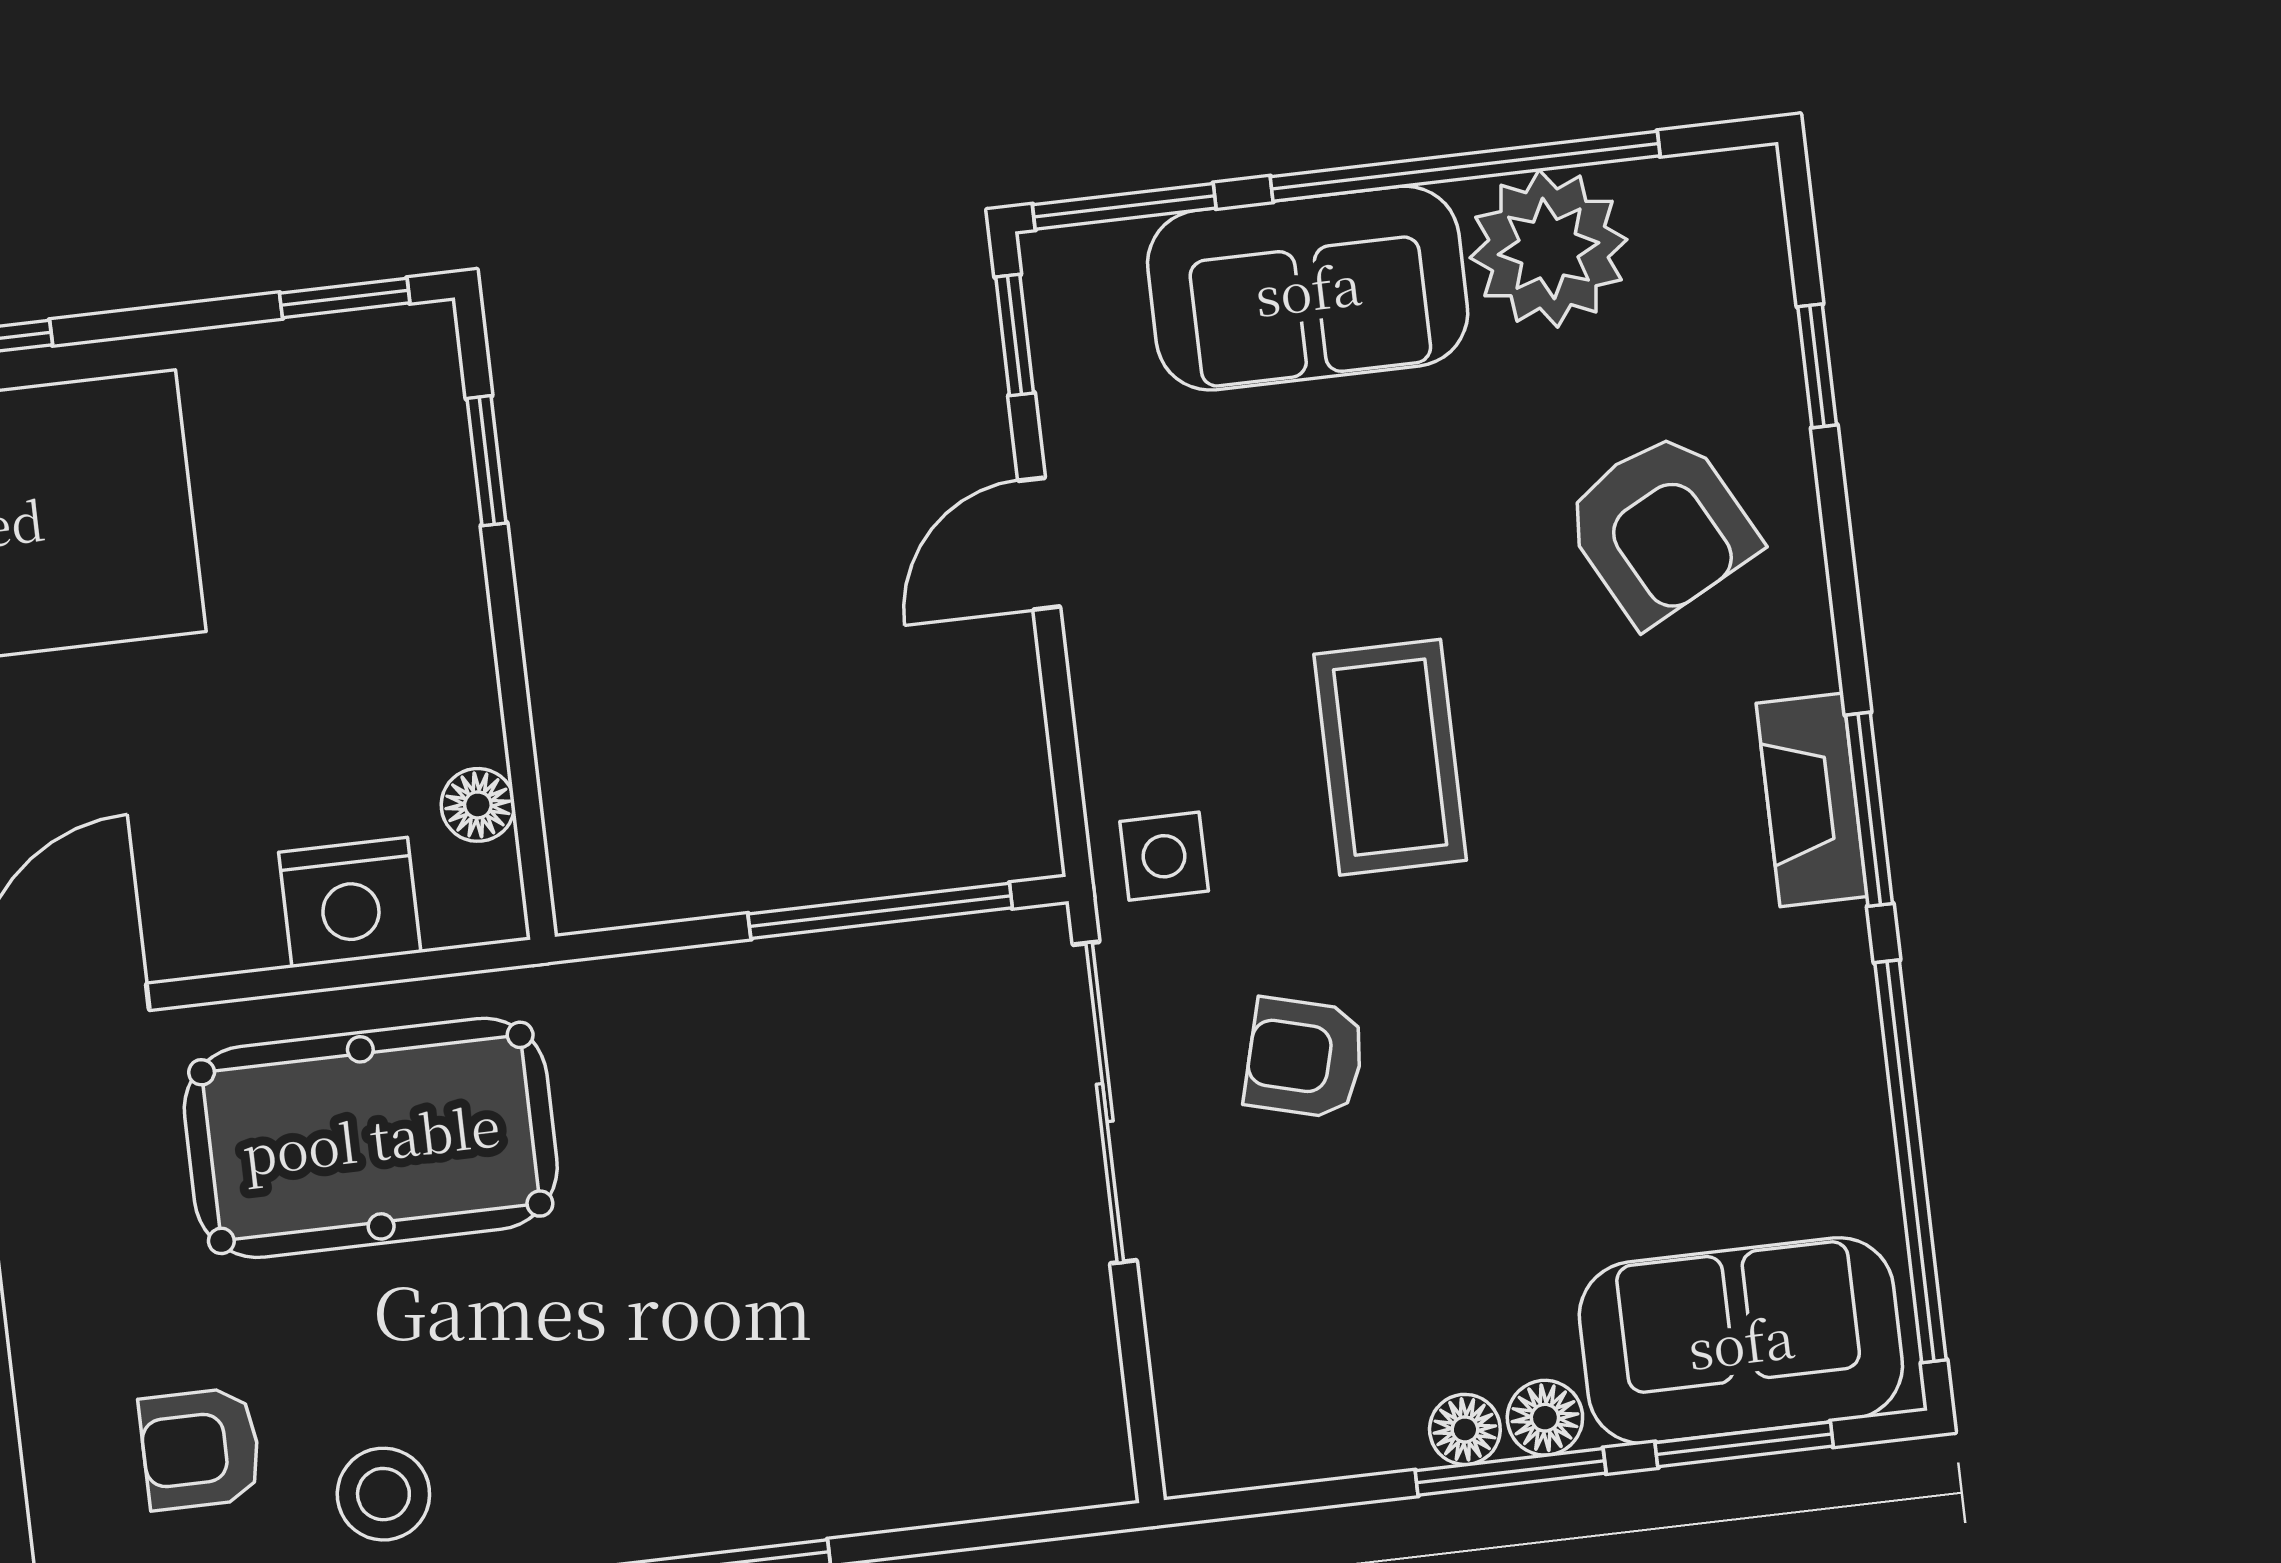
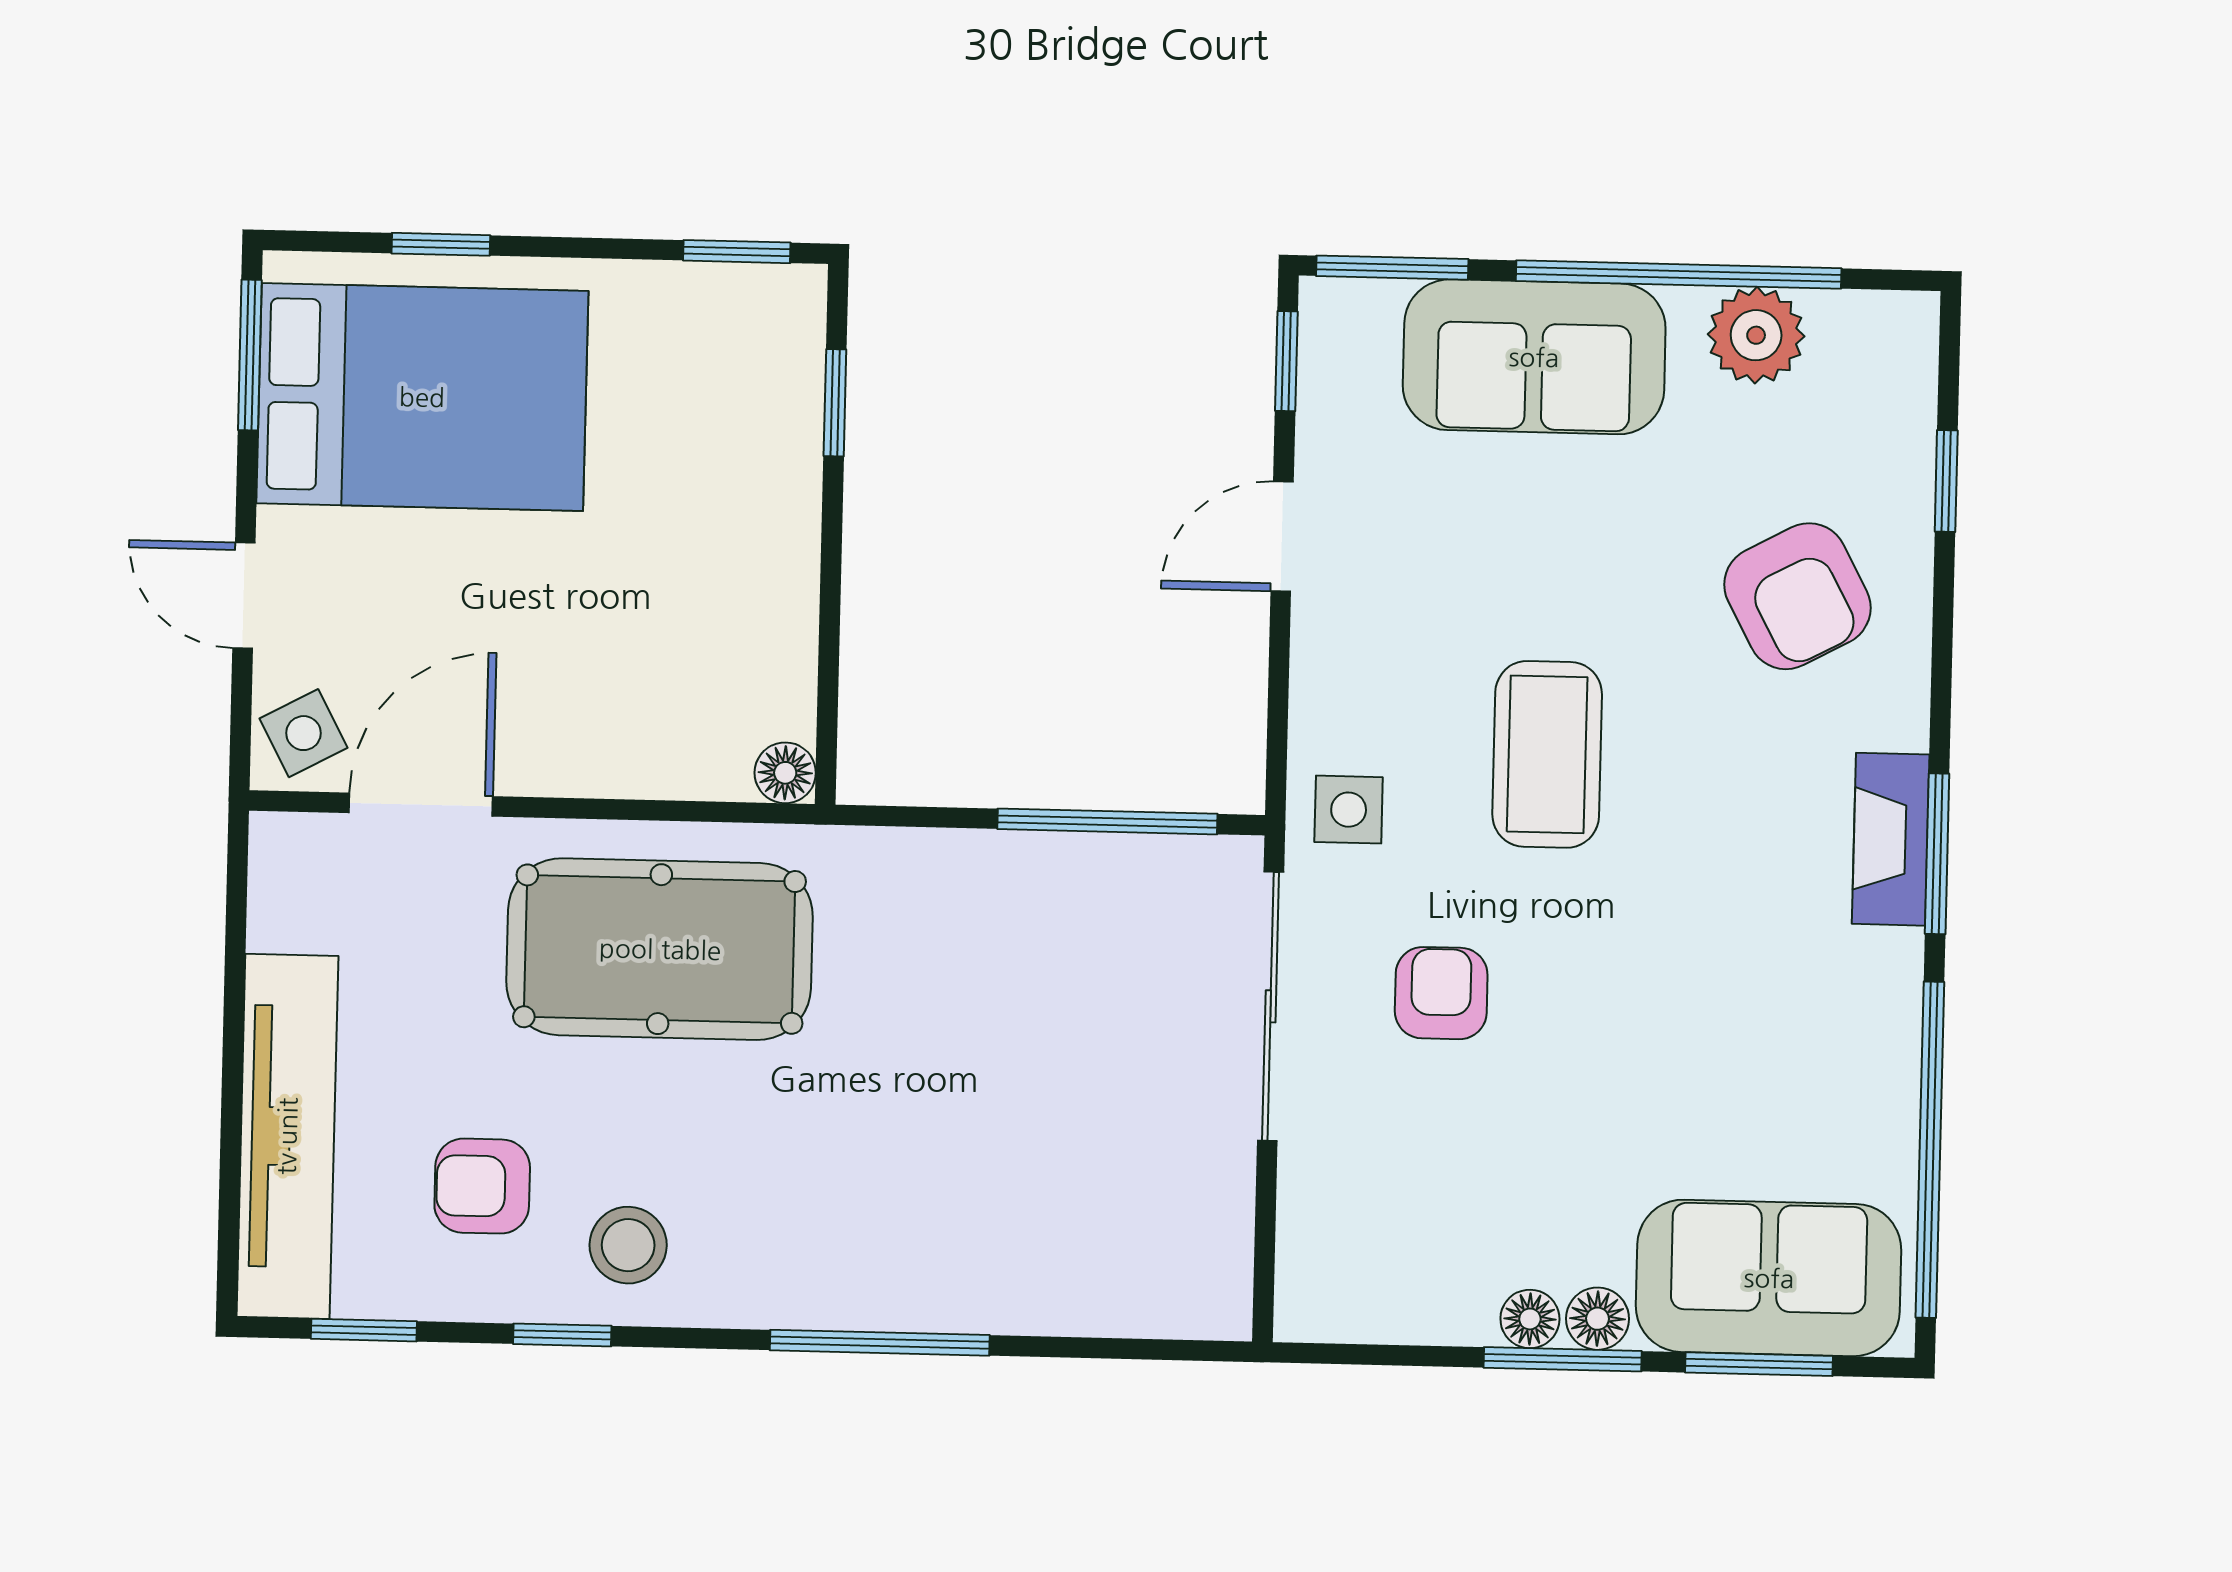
plant: (1548, 249) -> (1756, 335), width x0.73, depth x0.73
floor lamp: (478, 805) -> (785, 773), moved
nightstand: (350, 902) -> (670, 752), removed
armchair: (1305, 1058) -> (1441, 993), turned 75

